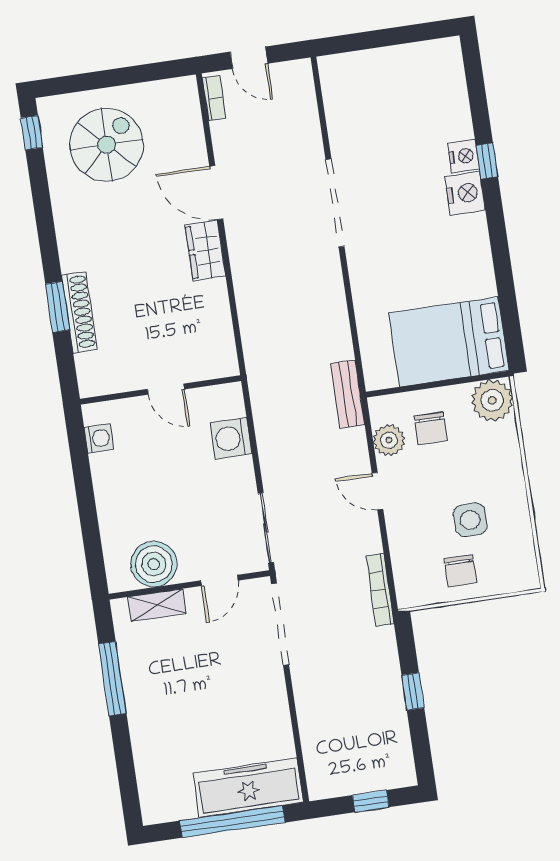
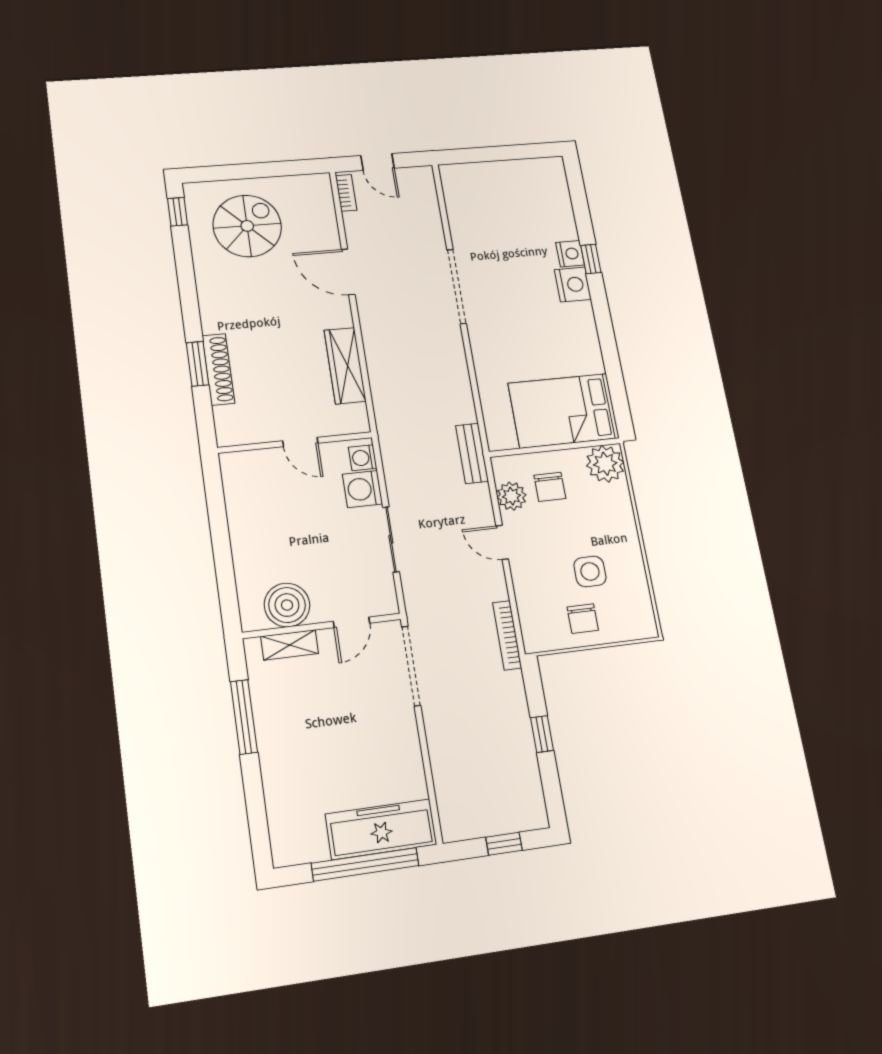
wardrobe: (205, 251) -> (345, 366), moved, width x1.50
washing machine: (99, 438) -> (363, 458), moved, turned 180
sliding door: (266, 528) -> (391, 539), moved

